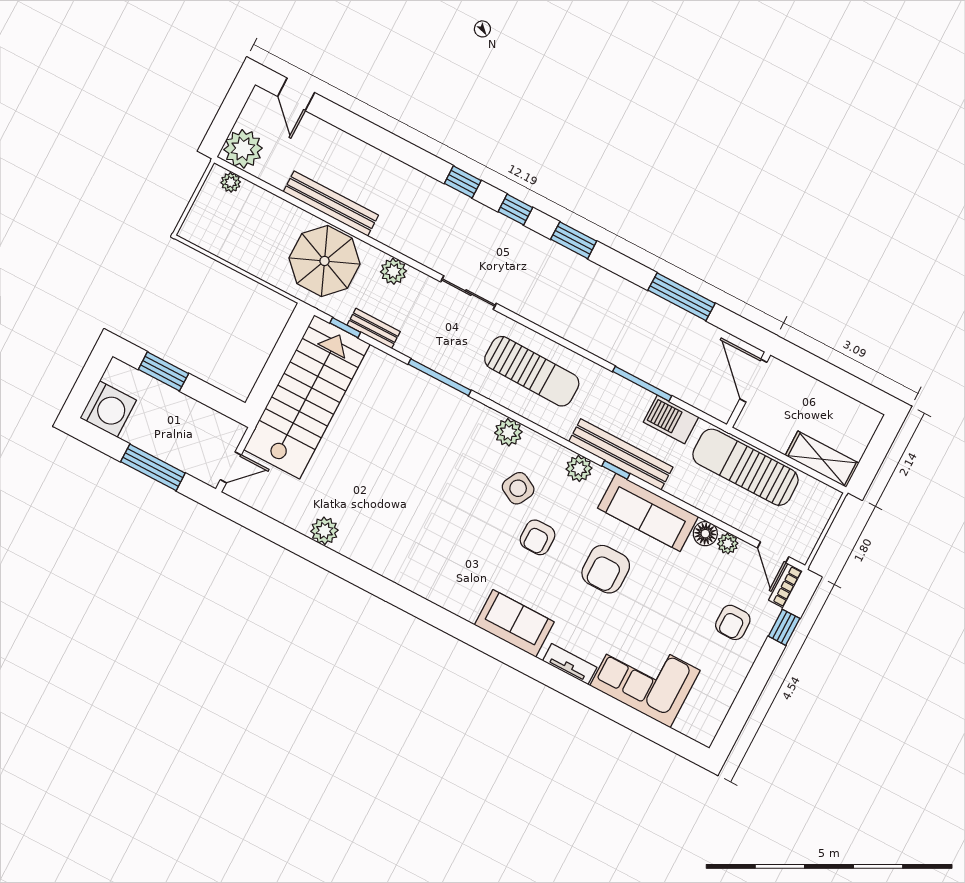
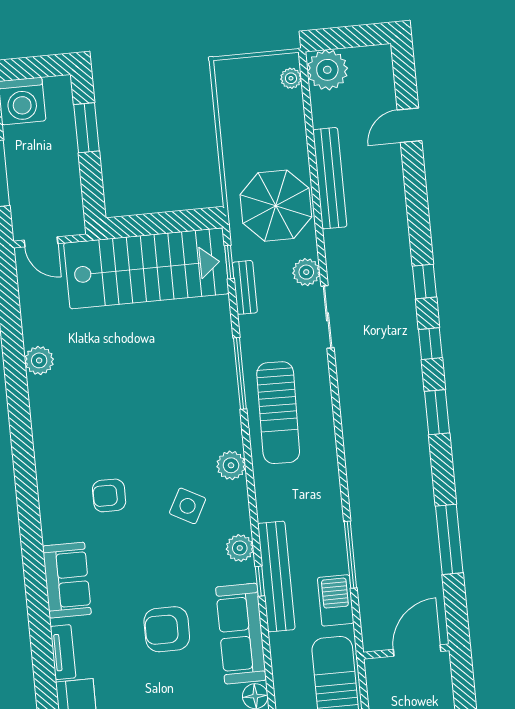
door: (296, 94) -> (409, 125), moved
sliding door: (469, 293) -> (328, 317), moved
sun lounger: (532, 371) -> (278, 413), moved
armchair: (538, 537) -> (109, 495), moved

